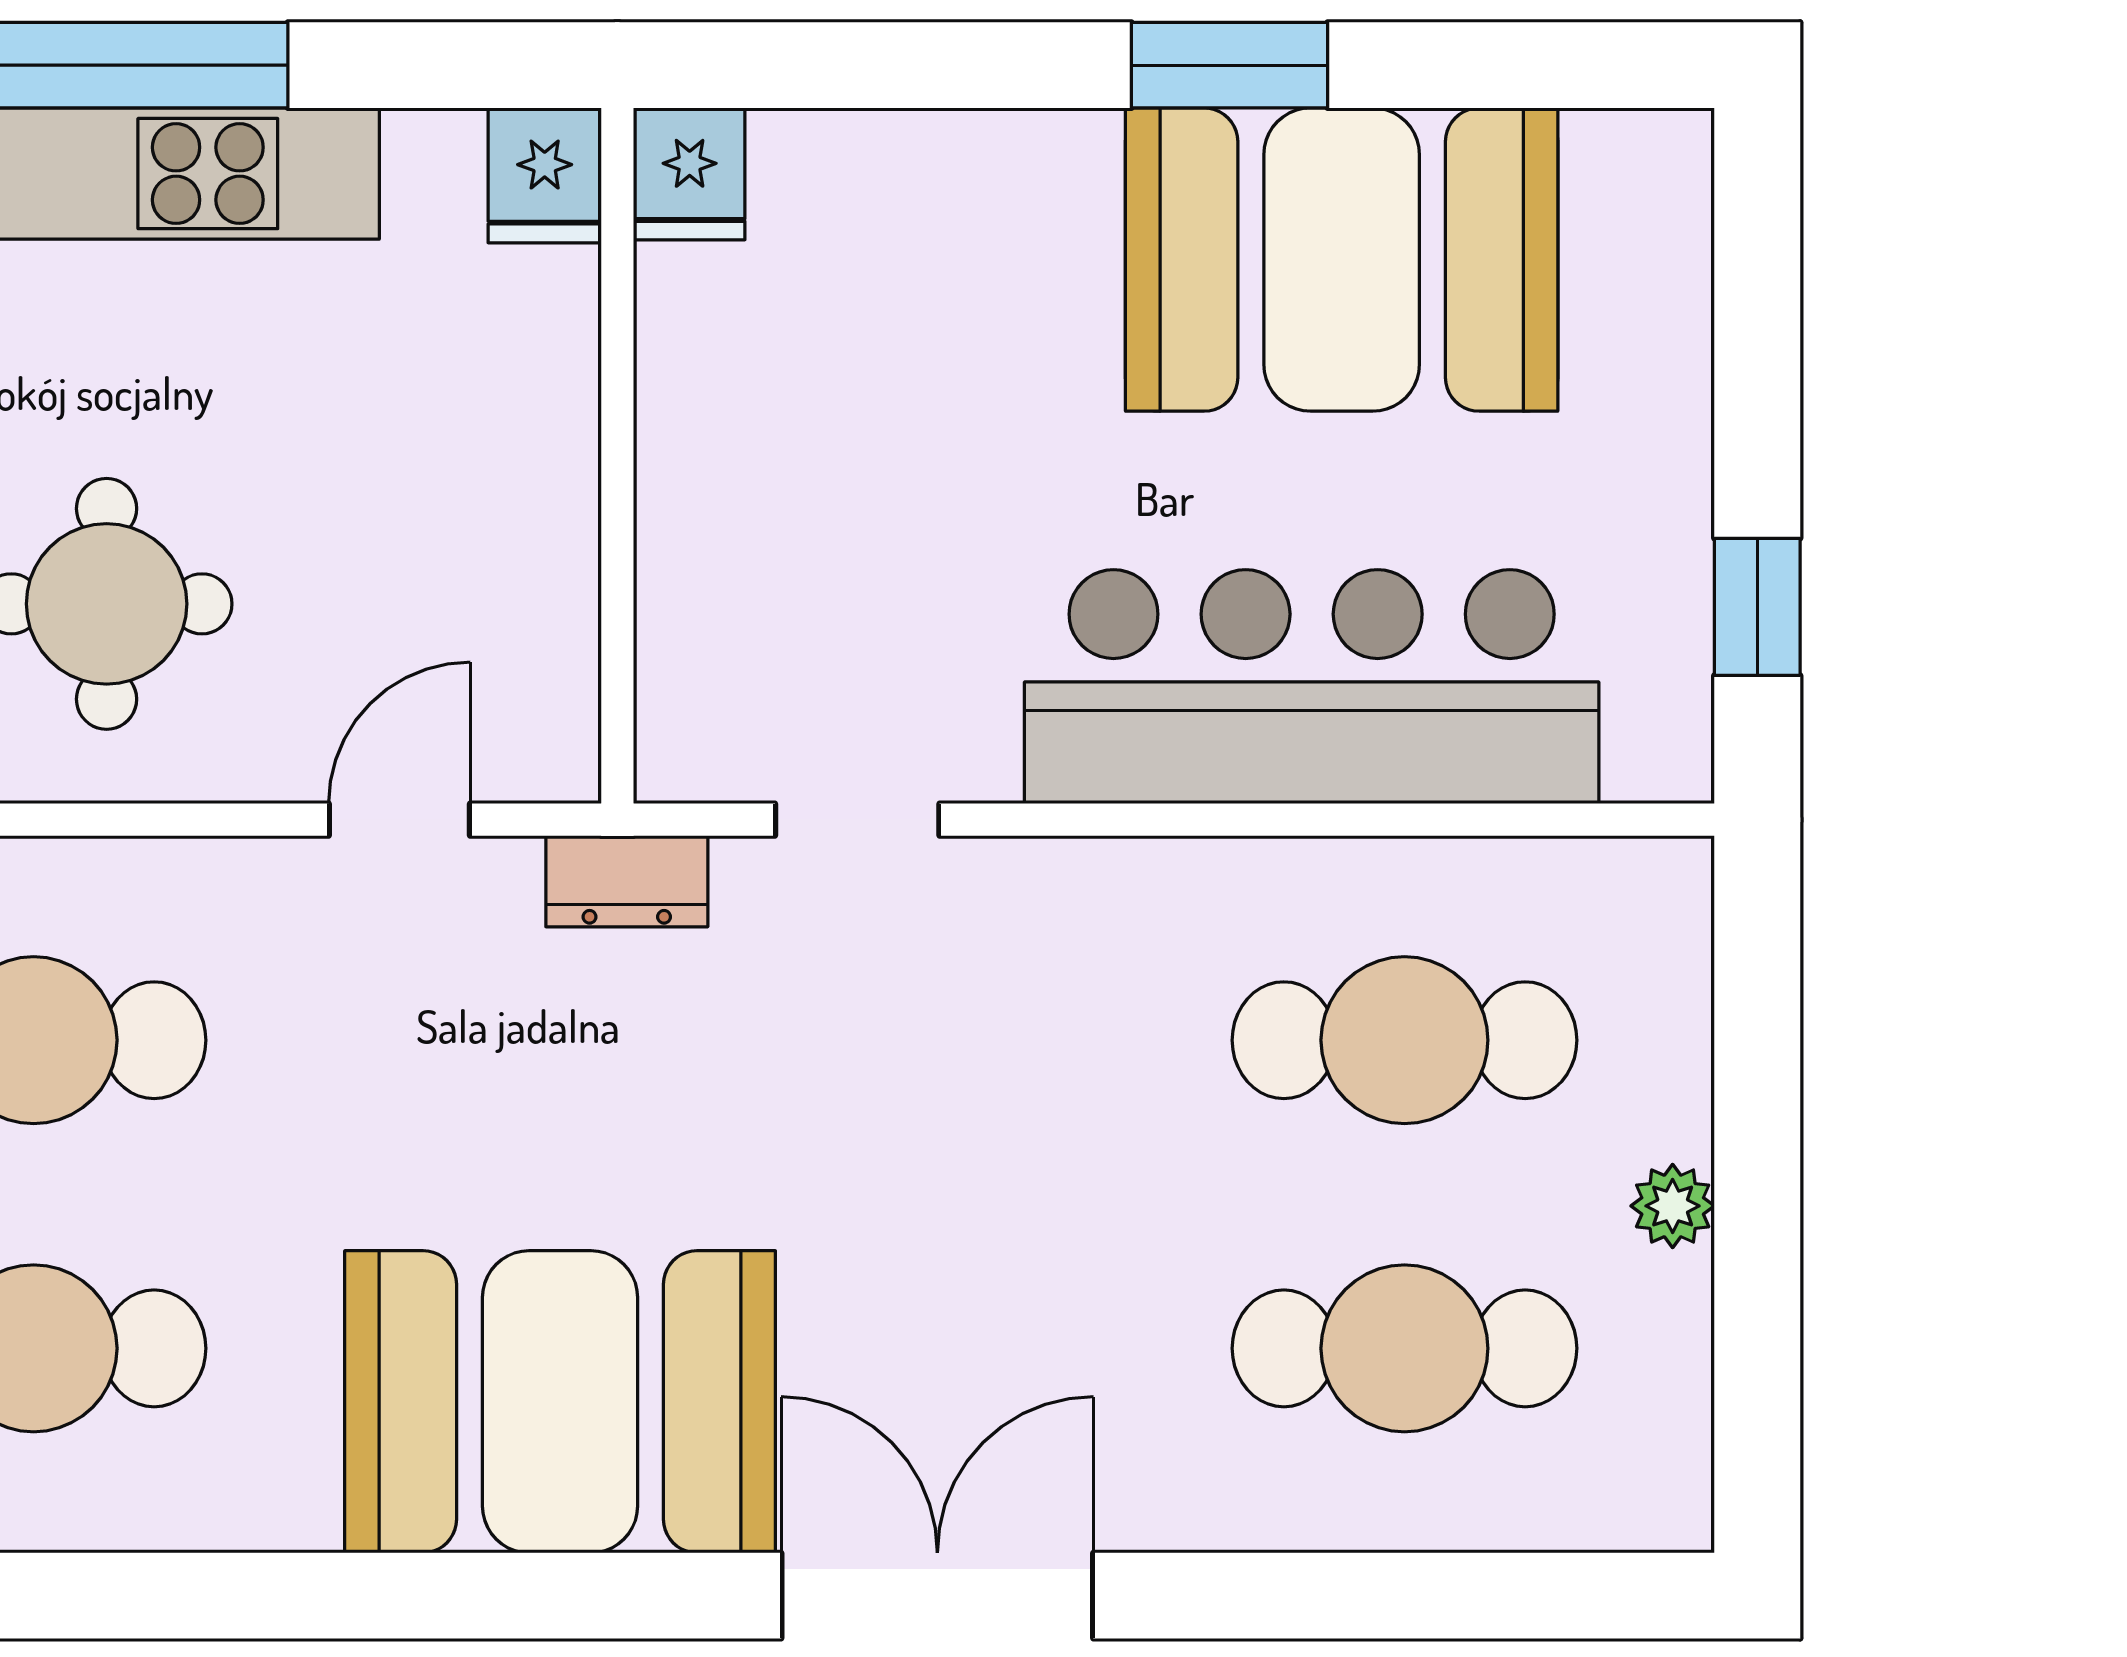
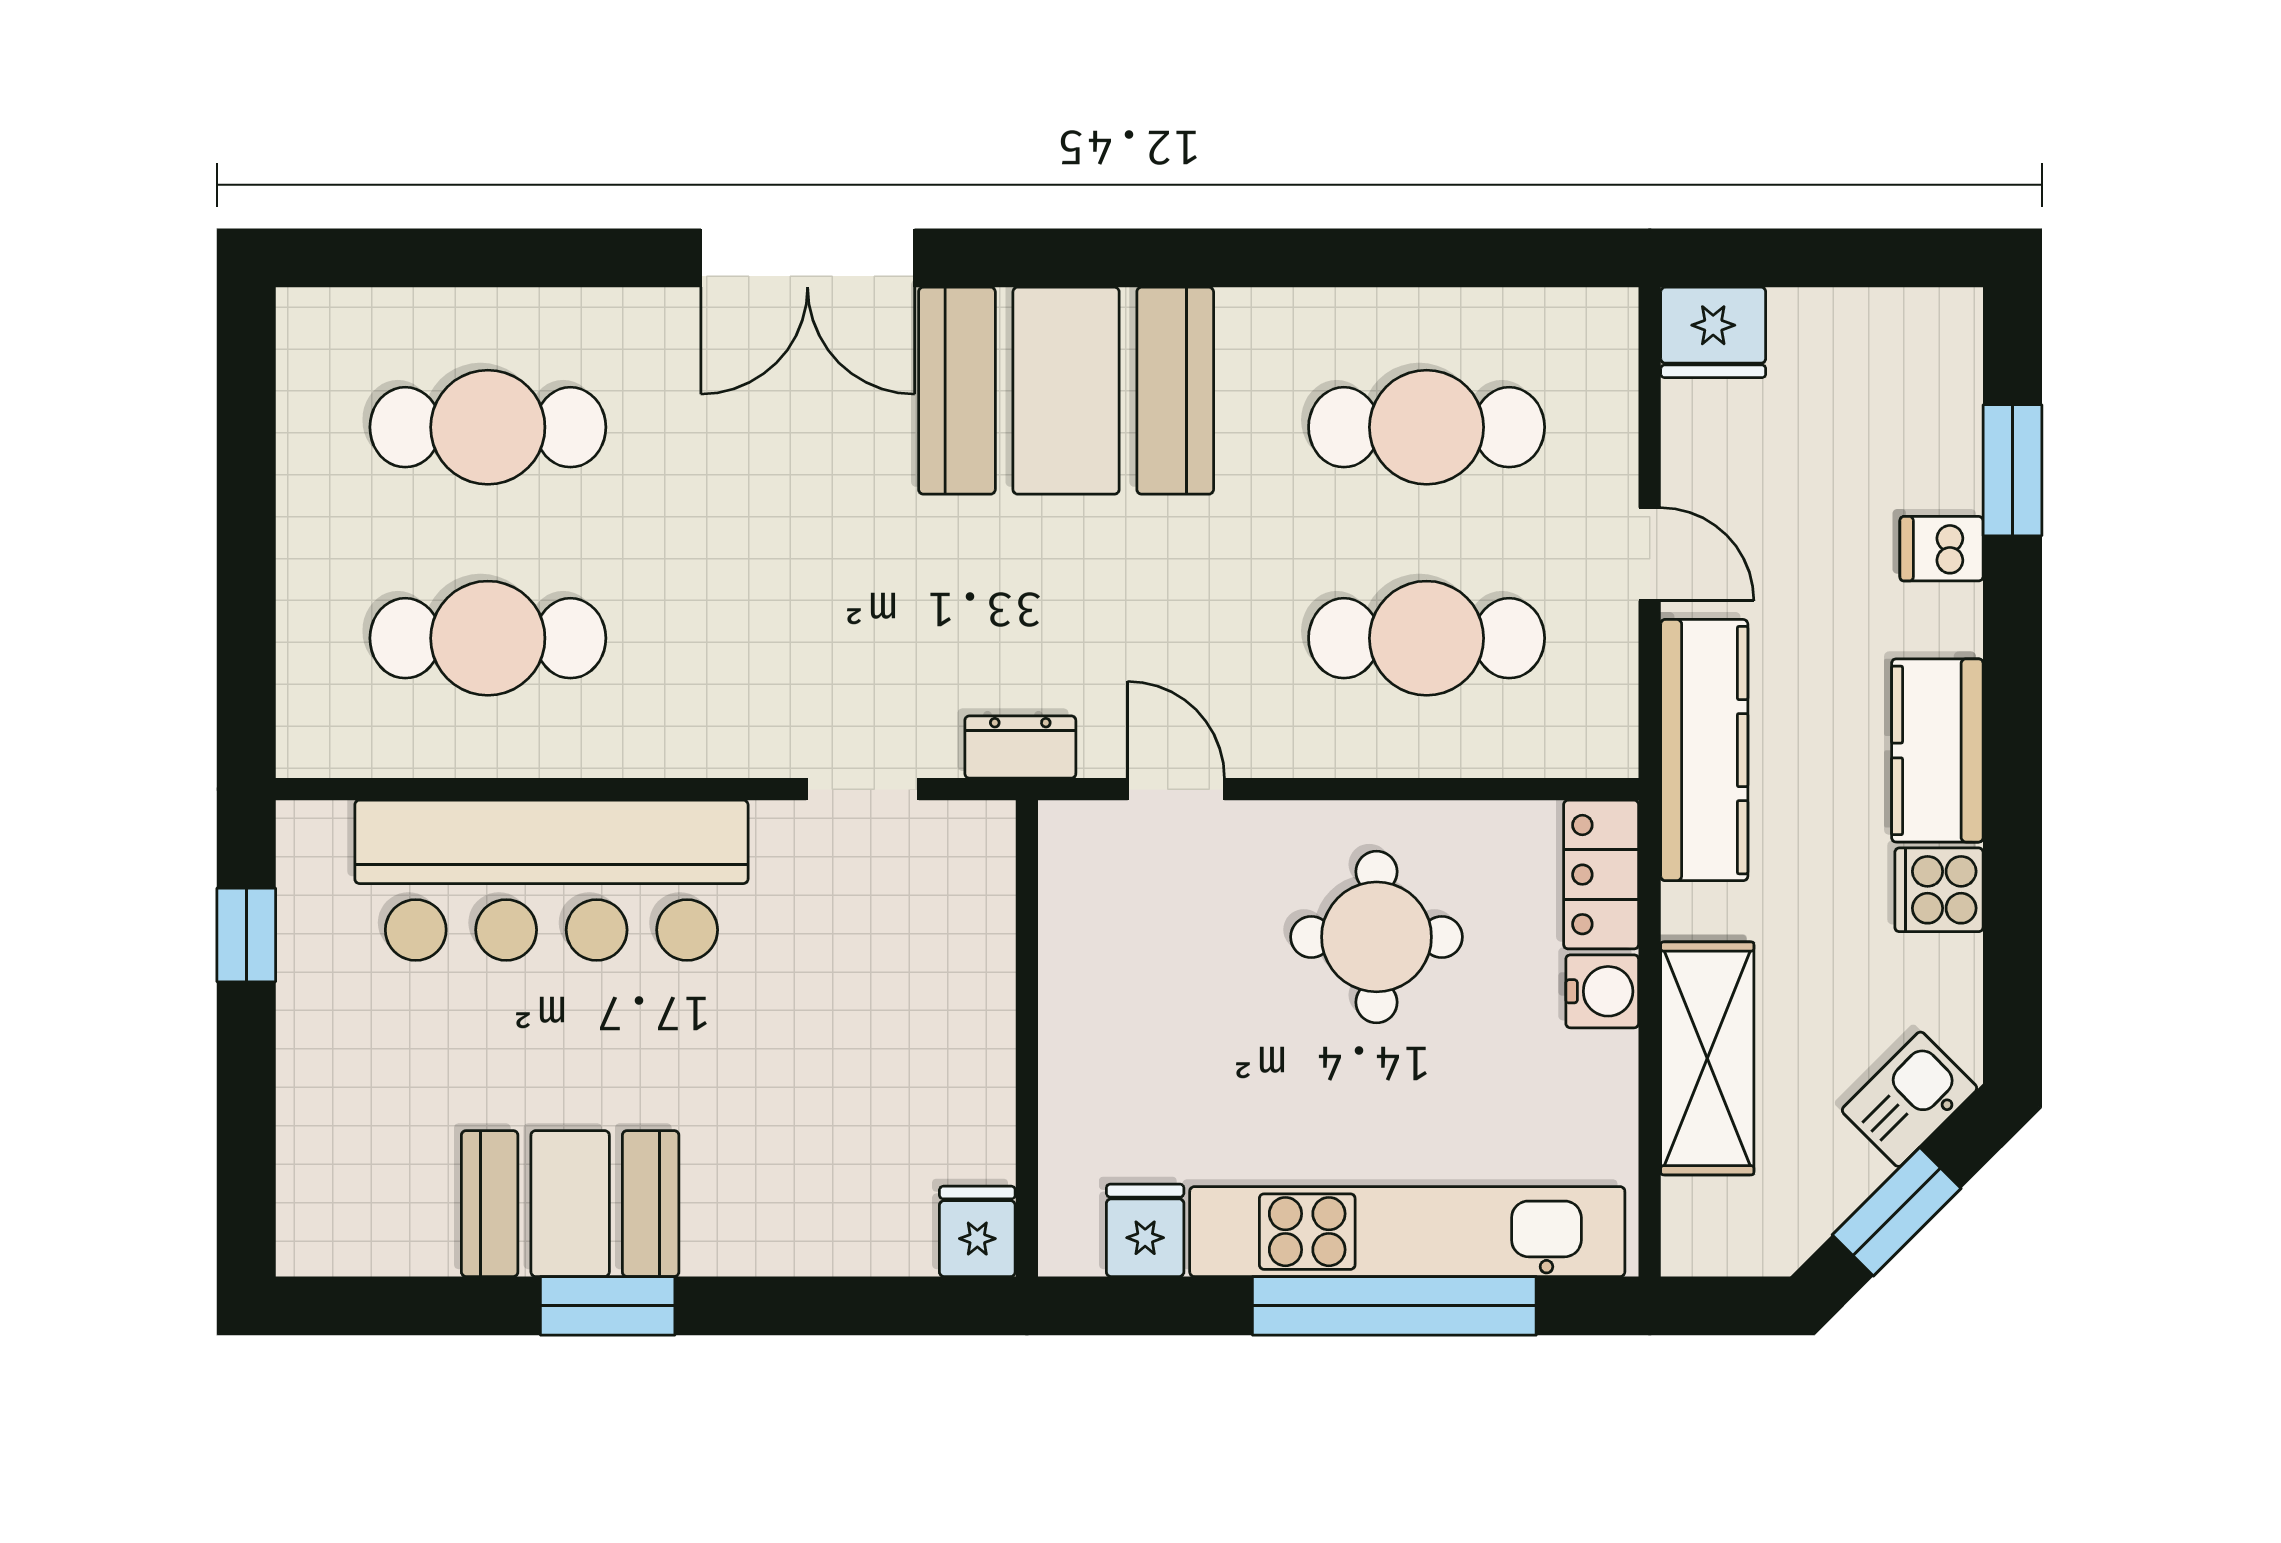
fridge: (545, 175) -> (1145, 1230), moved
booth: (1342, 260) -> (570, 1204), width x0.73, depth x0.70
door: (399, 820) -> (1176, 789), swing flipped
plant: (1673, 1206) -> (304, 525), removed

